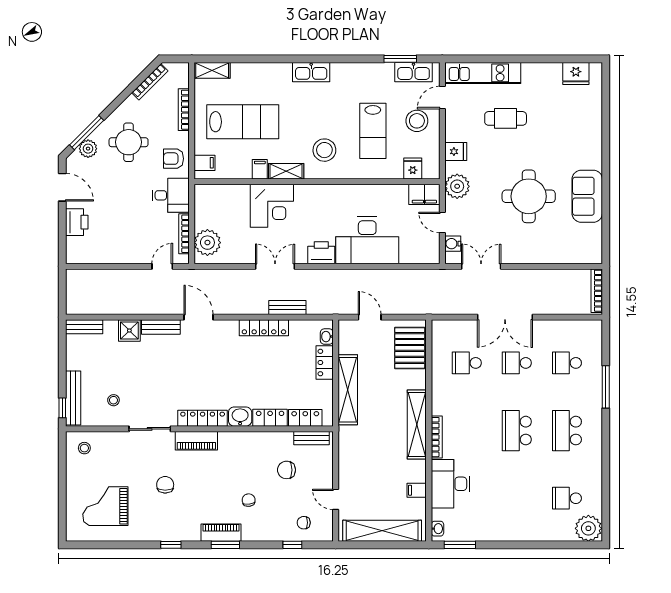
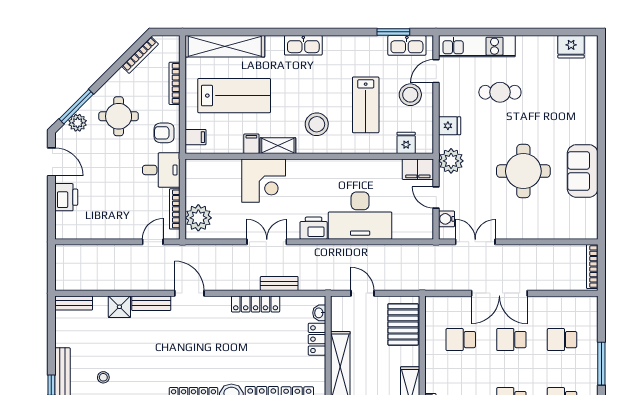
shelving: (212, 70) -> (225, 46), width x2.20, depth x1.33

